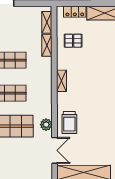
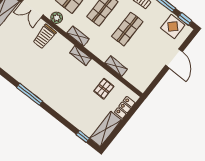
shelving: (47, 22) -> (78, 36), moved
trolley: (69, 122) -> (44, 37), turned -90

